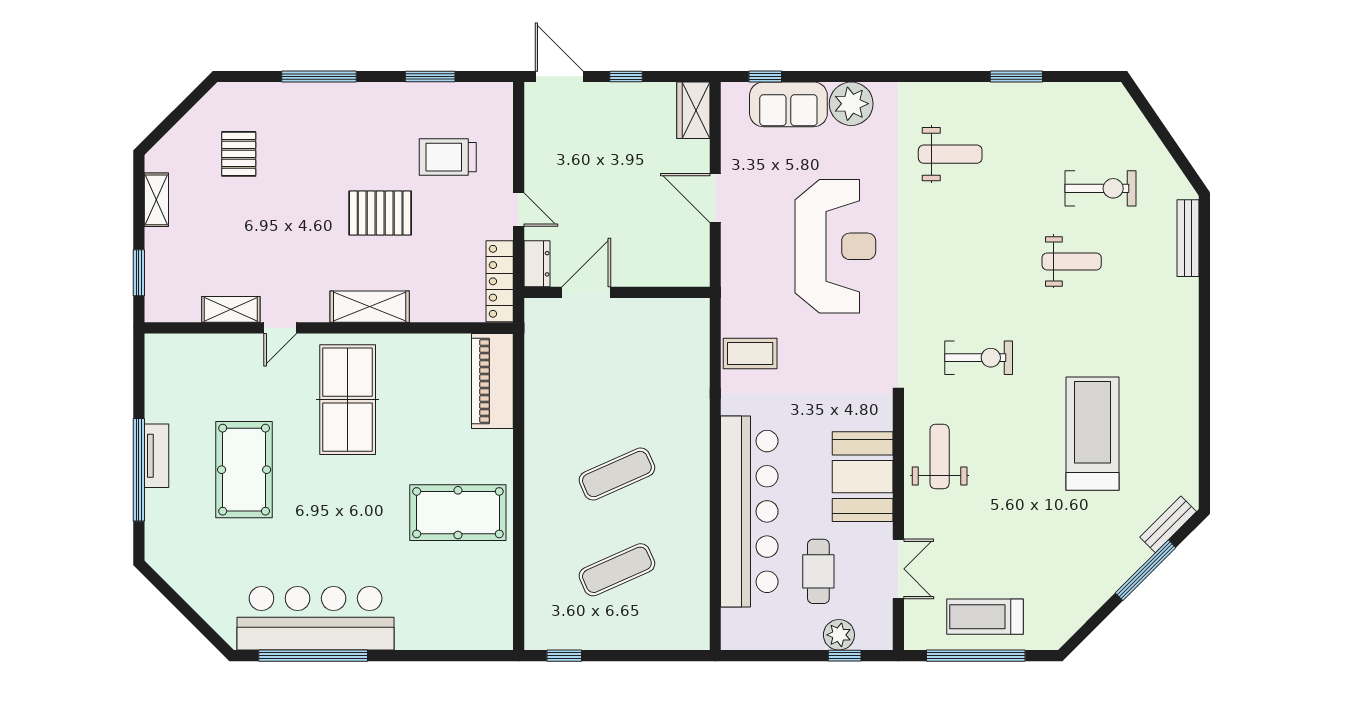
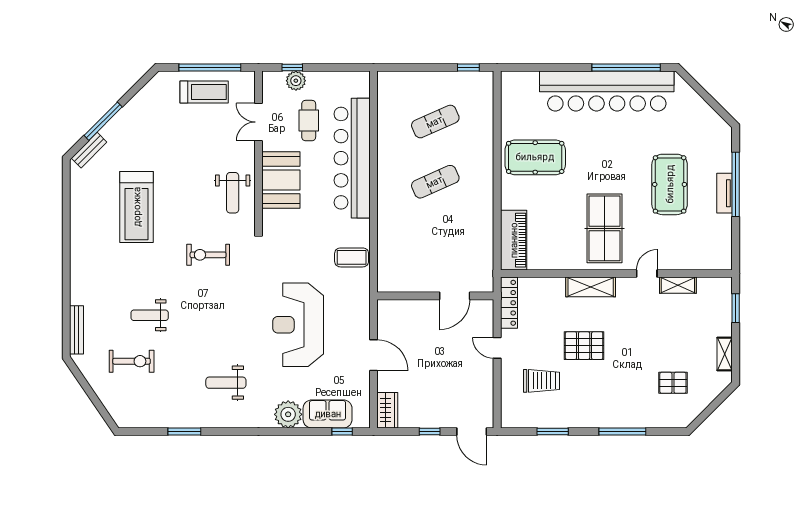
pallet: (239, 154) -> (673, 383), turned 90
exercise bike: (1100, 188) -> (132, 361), turned 180
dresser: (537, 264) -> (486, 314), removed
bar counter: (316, 618) -> (607, 91), width x1.36

